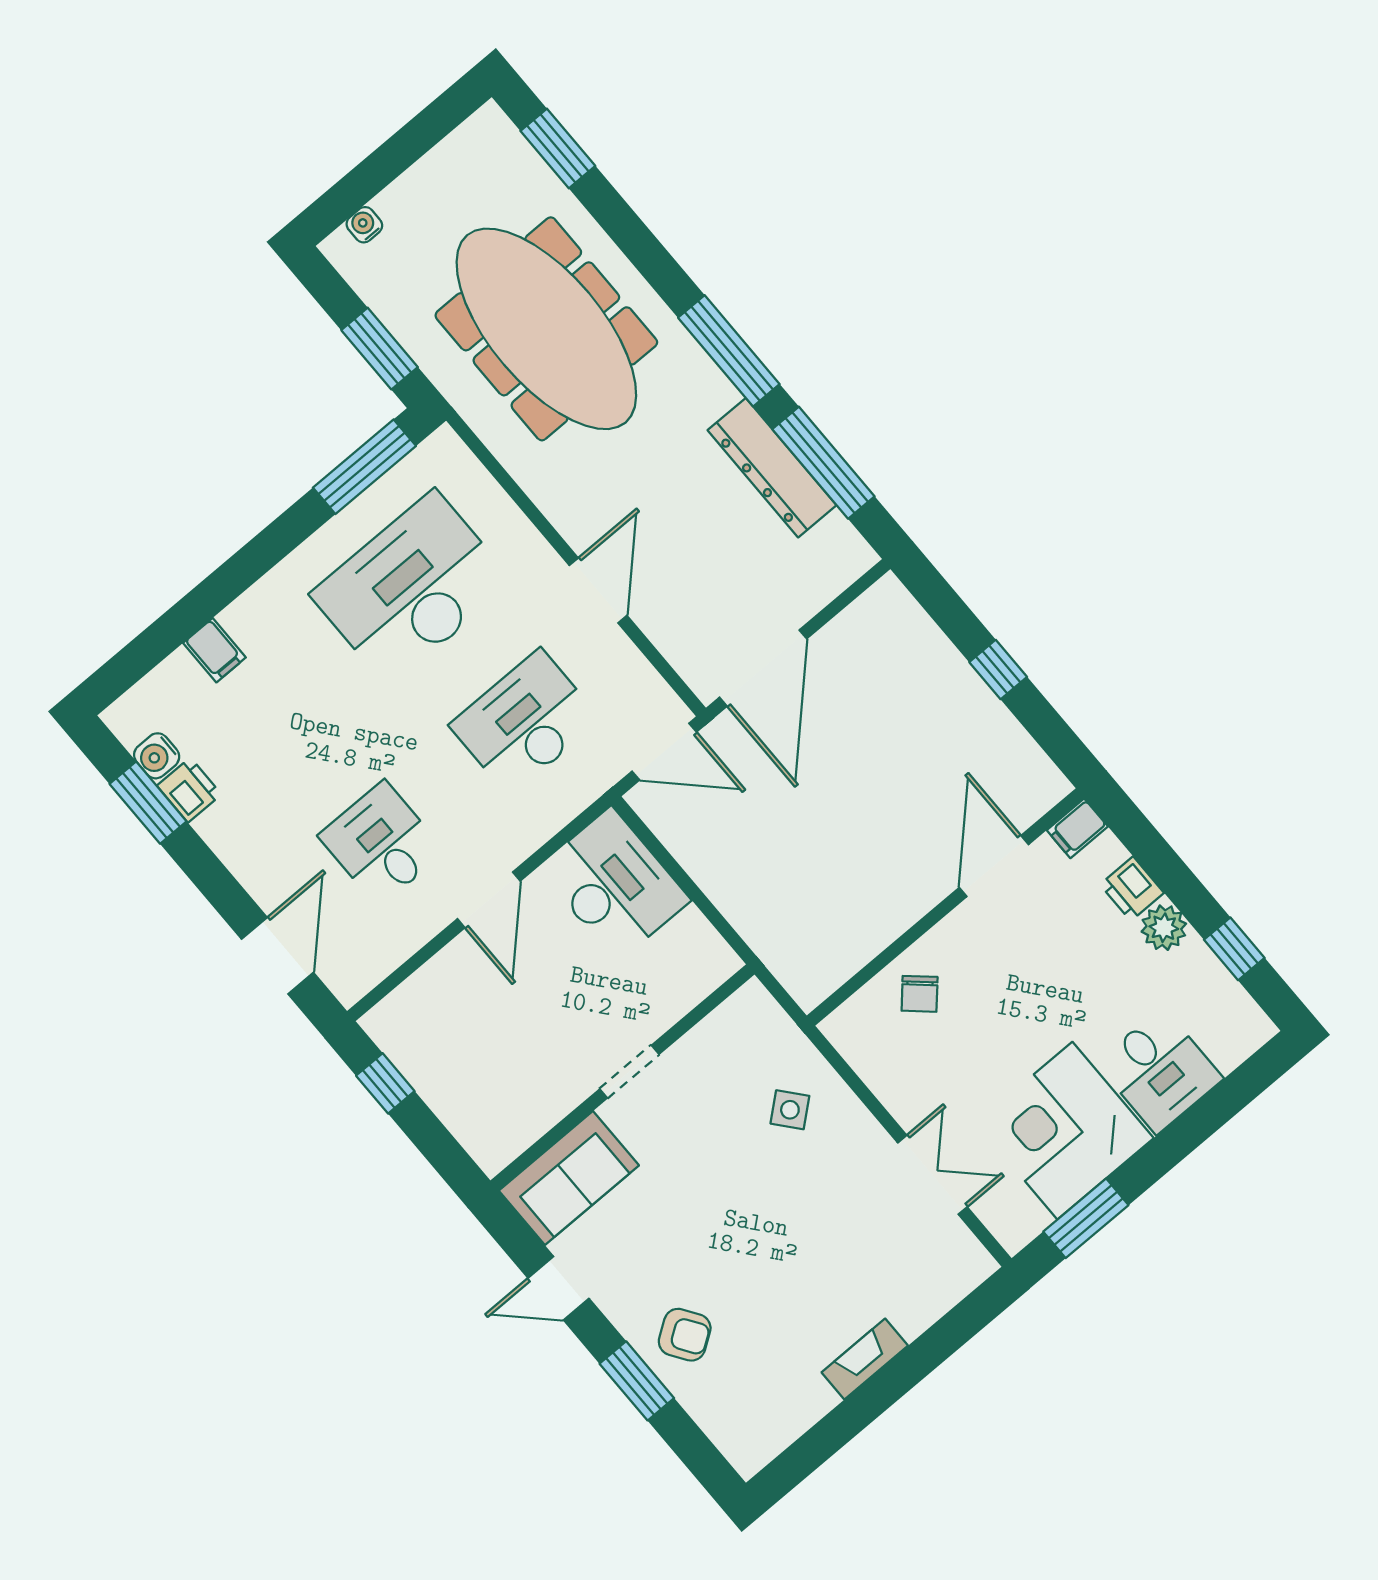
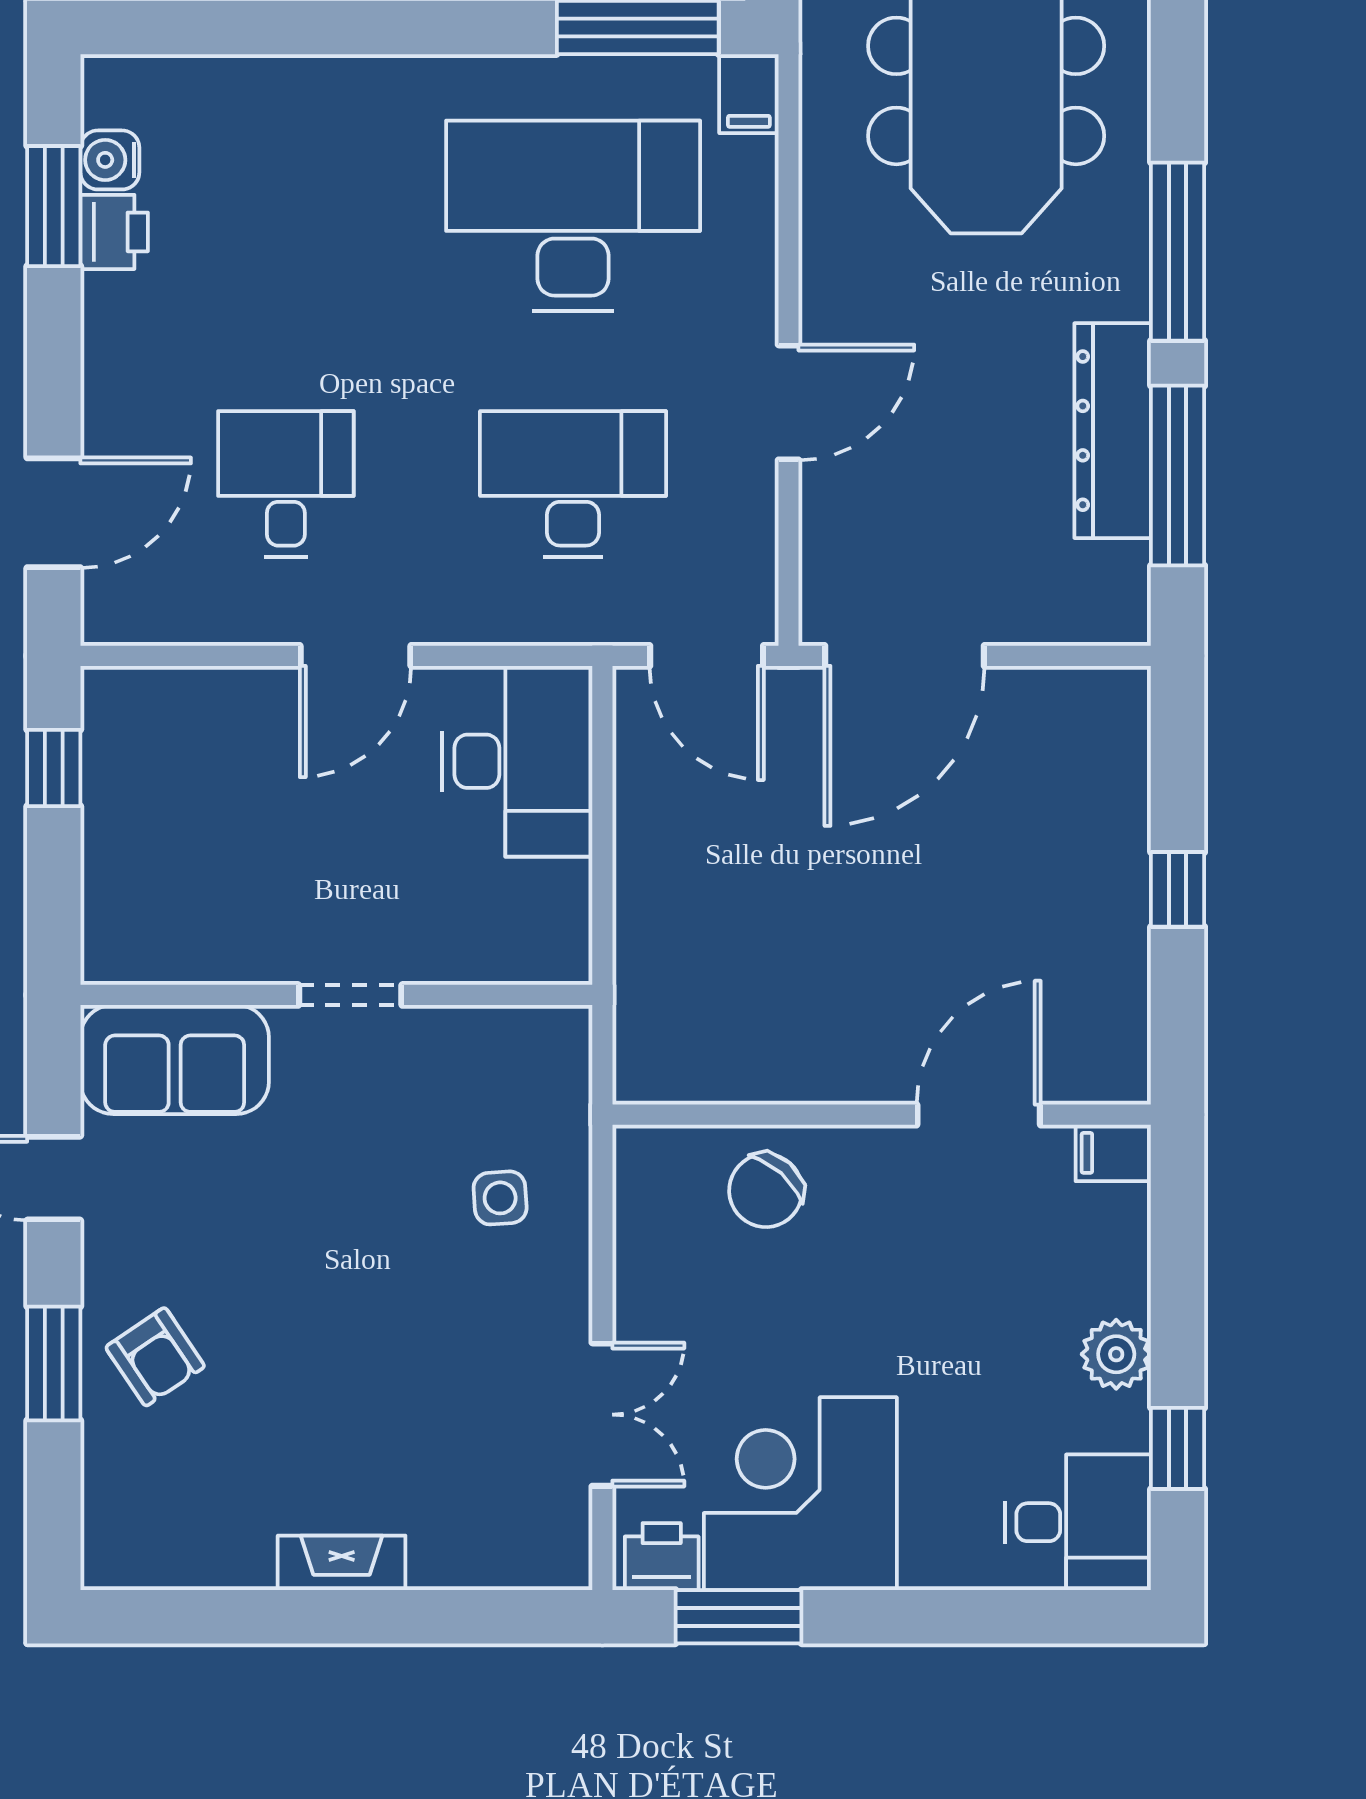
filing cabinet: (214, 650) -> (749, 94), moved
printer: (1132, 889) -> (662, 1557), moved, turned 90
chair: (920, 994) -> (766, 1191), width x1.37, depth x1.37
desk: (1159, 1071) -> (1078, 1522), moved, turned -90
side table: (790, 1110) -> (500, 1198), turned 36

